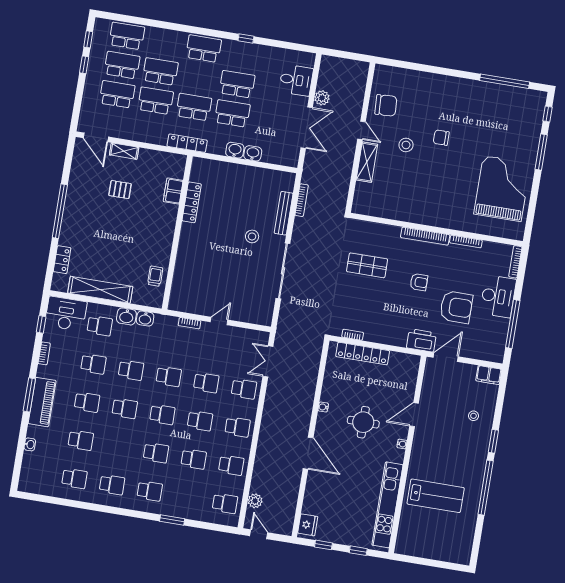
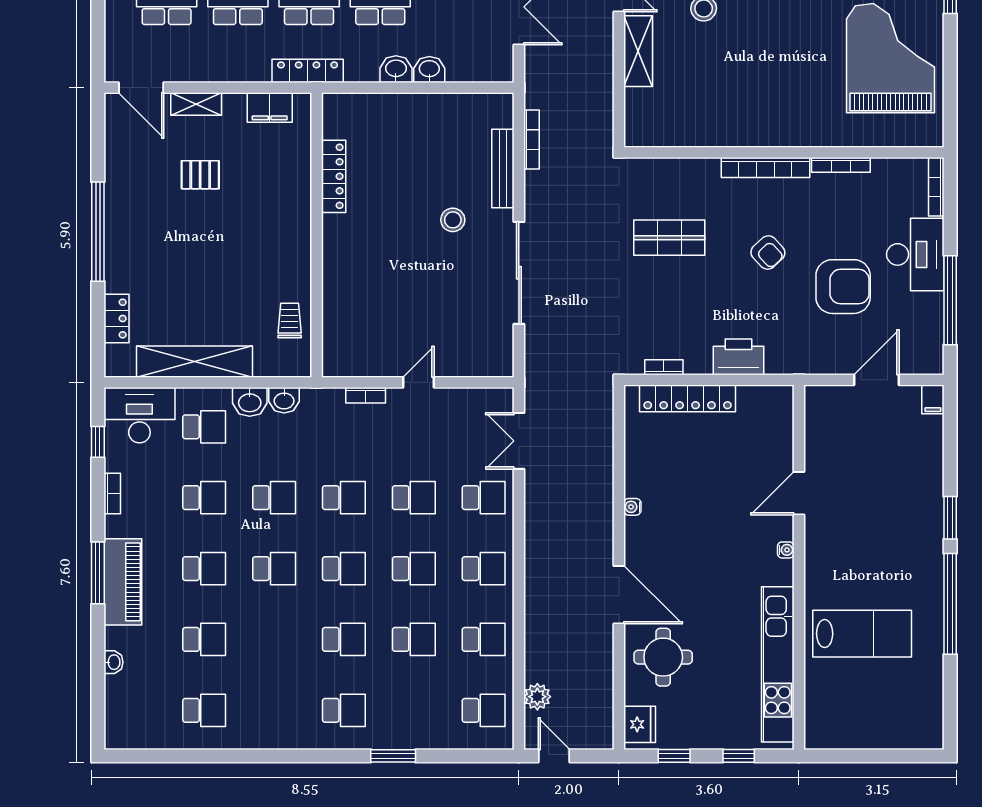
filing cabinet: (173, 191) -> (270, 107), moved, turned -90
armchair: (419, 282) -> (768, 252), turned 47
printer: (421, 340) -> (739, 357), moved
door: (446, 357) -> (876, 380), moved
filing cabinet: (489, 375) -> (933, 399), width x0.50
stool: (473, 416) -> (907, 478), removed
round table: (363, 422) -> (663, 657), moved
school desk: (112, 485) -> (274, 710), removed

